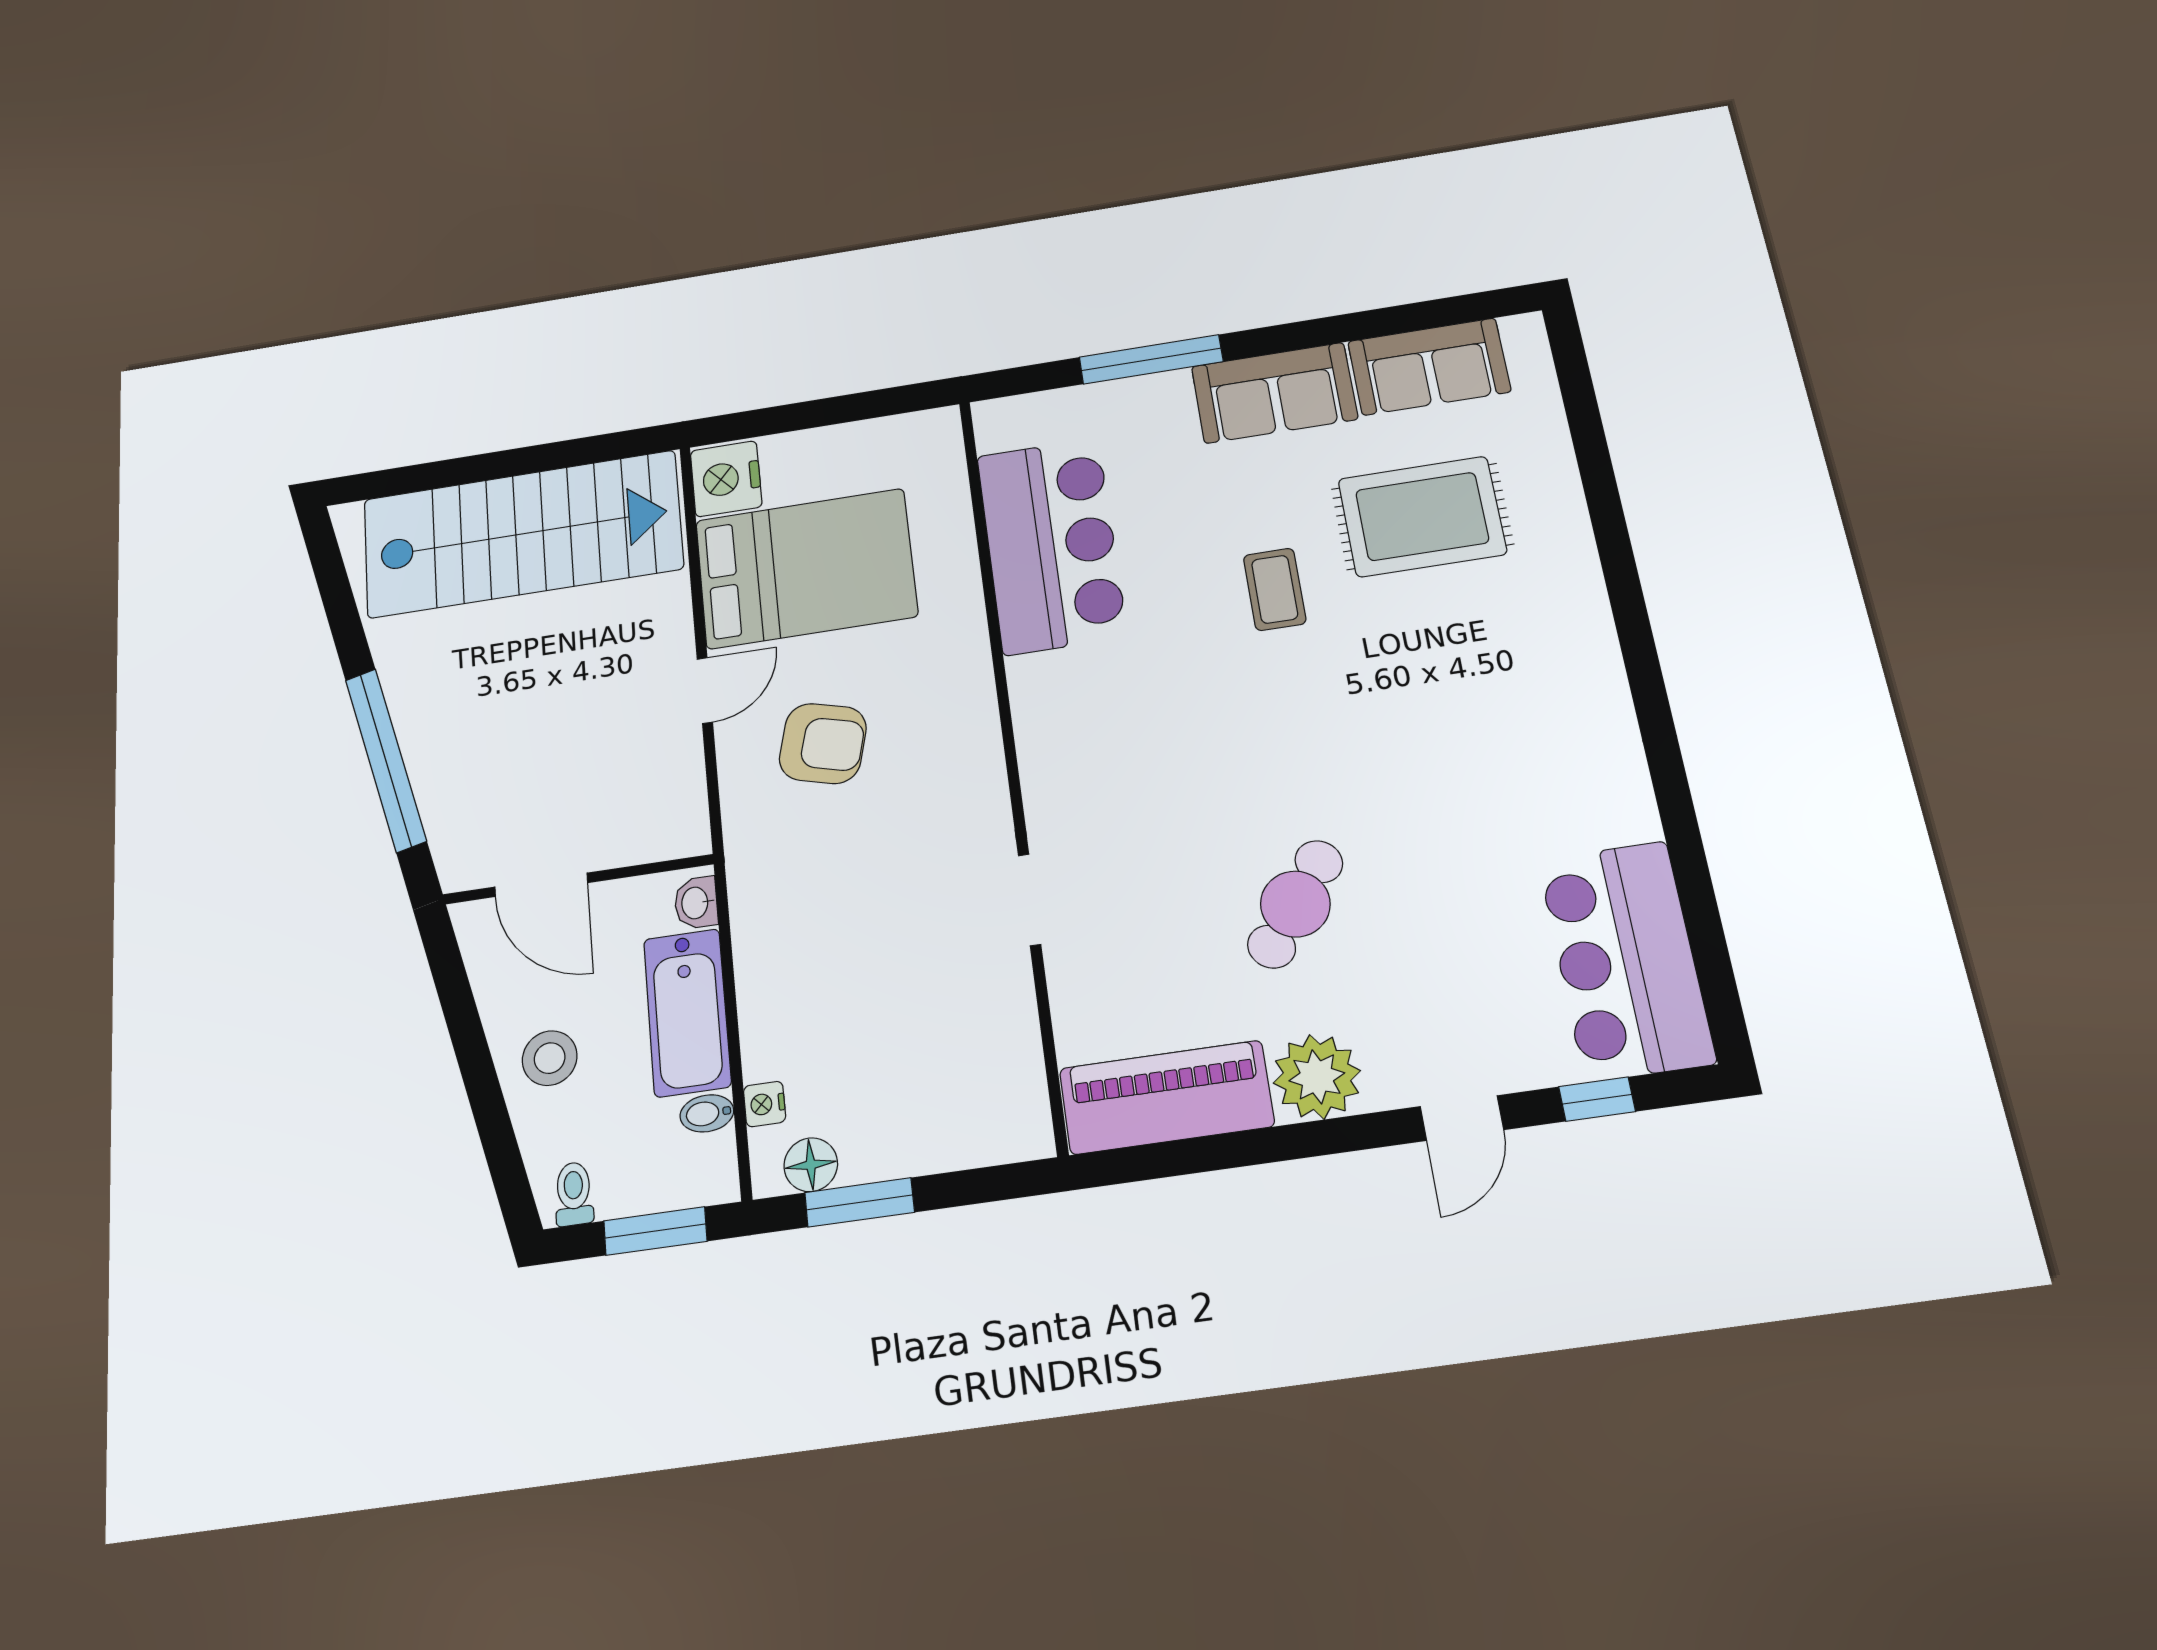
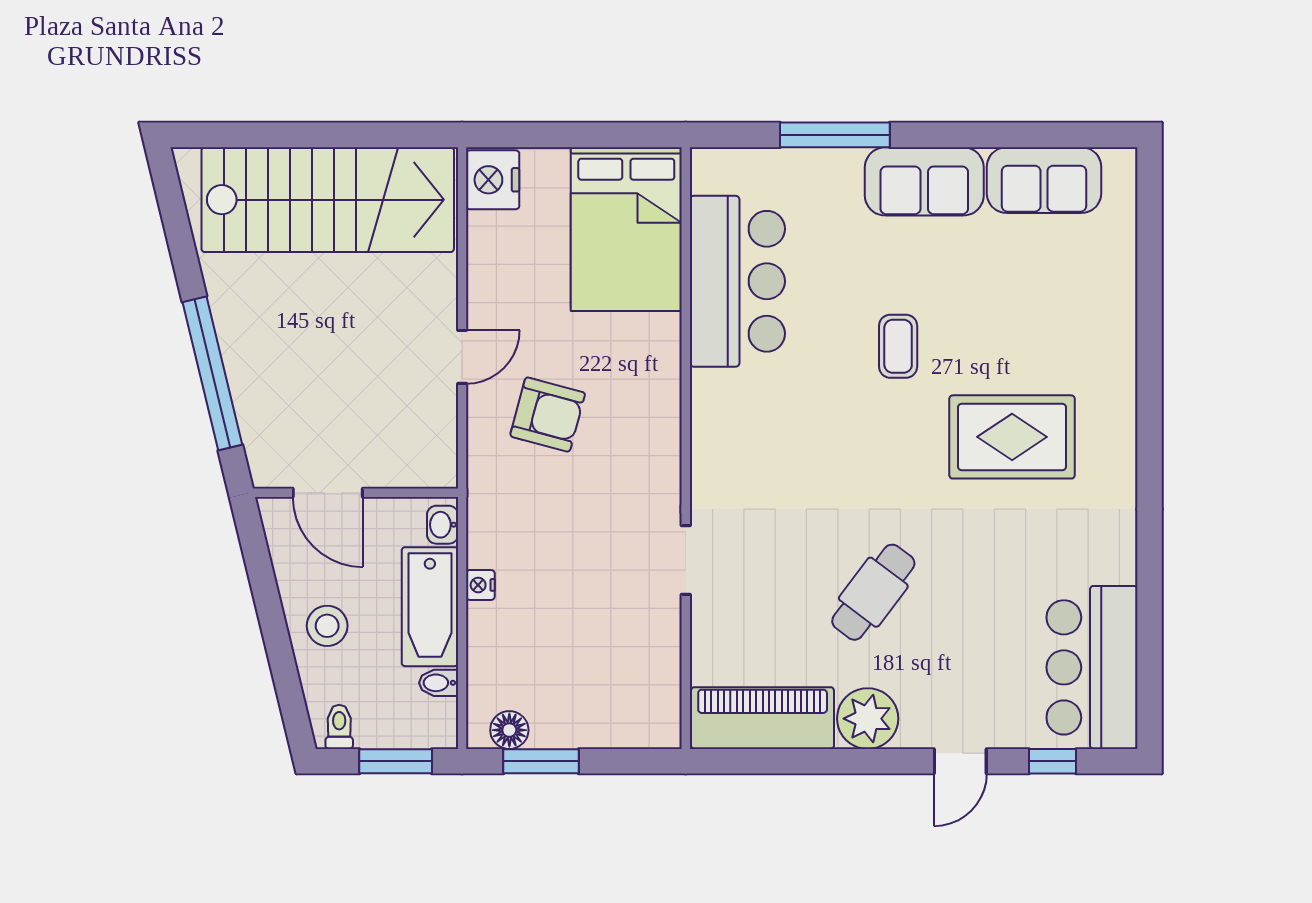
rug: (1422, 516) -> (1012, 437), moved
bed: (806, 568) -> (626, 229), moved, turned 90
nightstand: (765, 1104) -> (480, 585), moved

